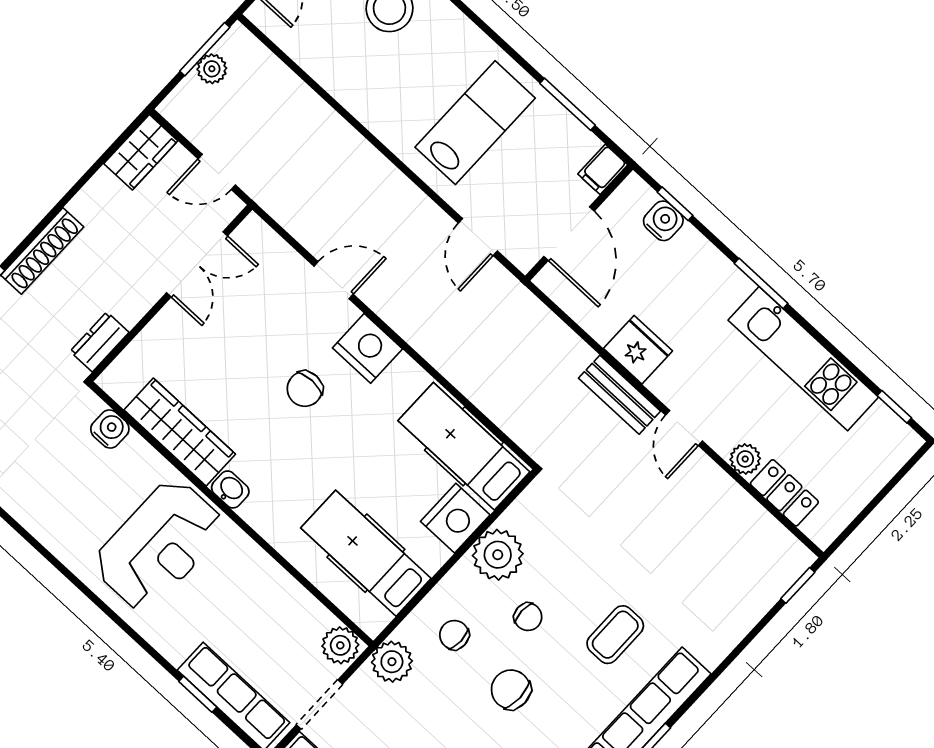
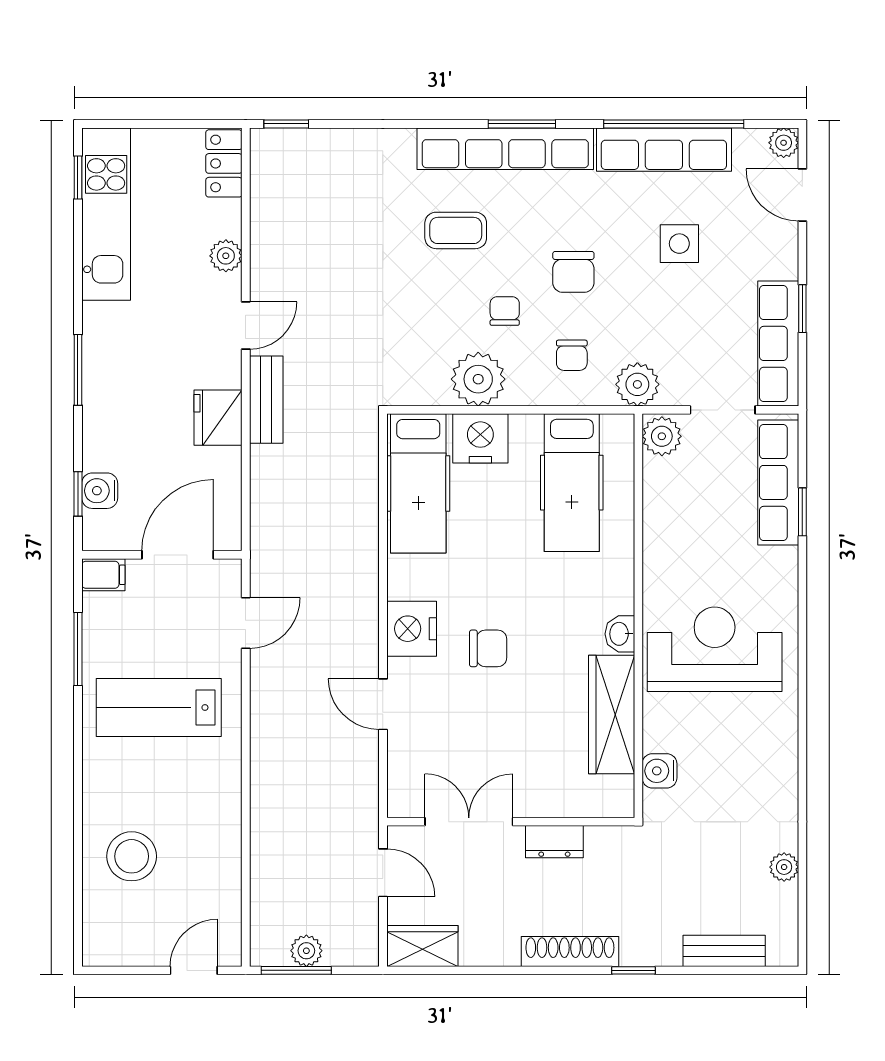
dresser: (99, 342) -> (554, 842), moved
kitchen unit: (803, 359) -> (106, 214), moved
locker: (784, 493) -> (224, 163), moved

